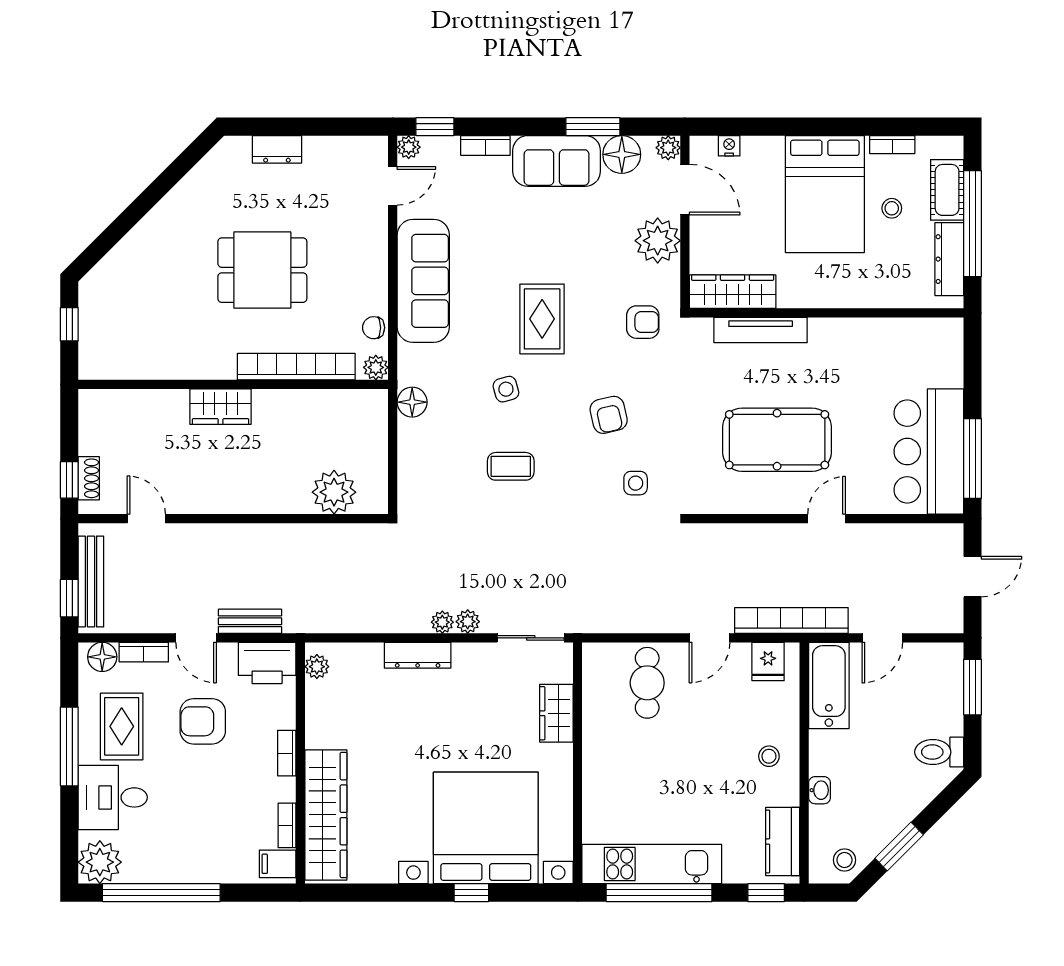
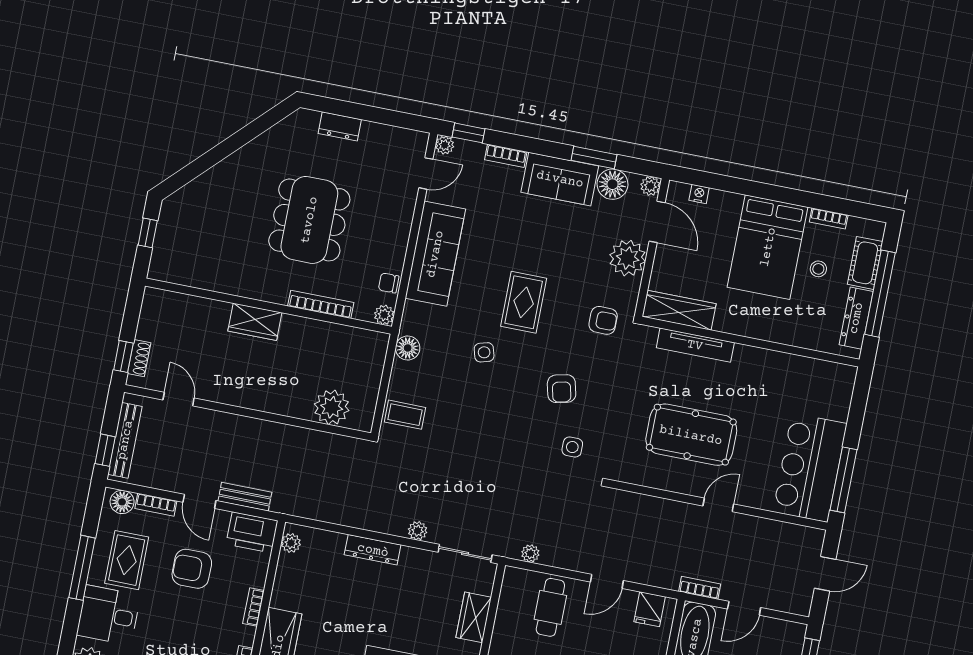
dining table: (262, 270) -> (309, 220), width x1.38
bookcase: (296, 367) -> (321, 304), width x0.68, depth x0.76
coffee table: (511, 466) -> (405, 415), moved
bookcase: (791, 620) -> (700, 588), width x0.43, depth x0.76
plant: (442, 622) -> (530, 553), moved

